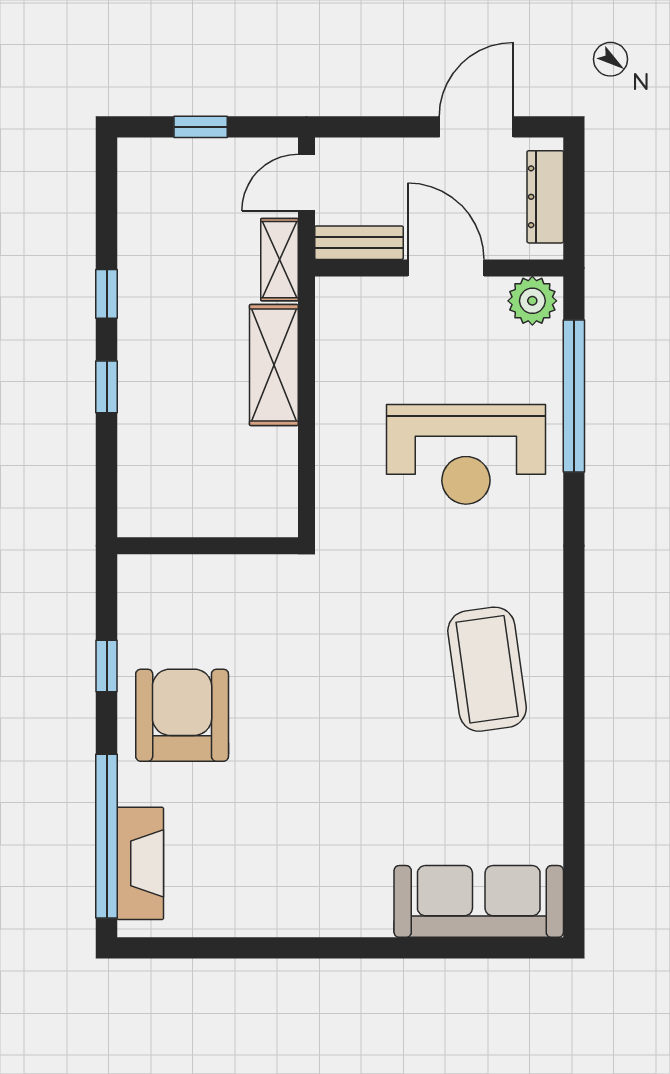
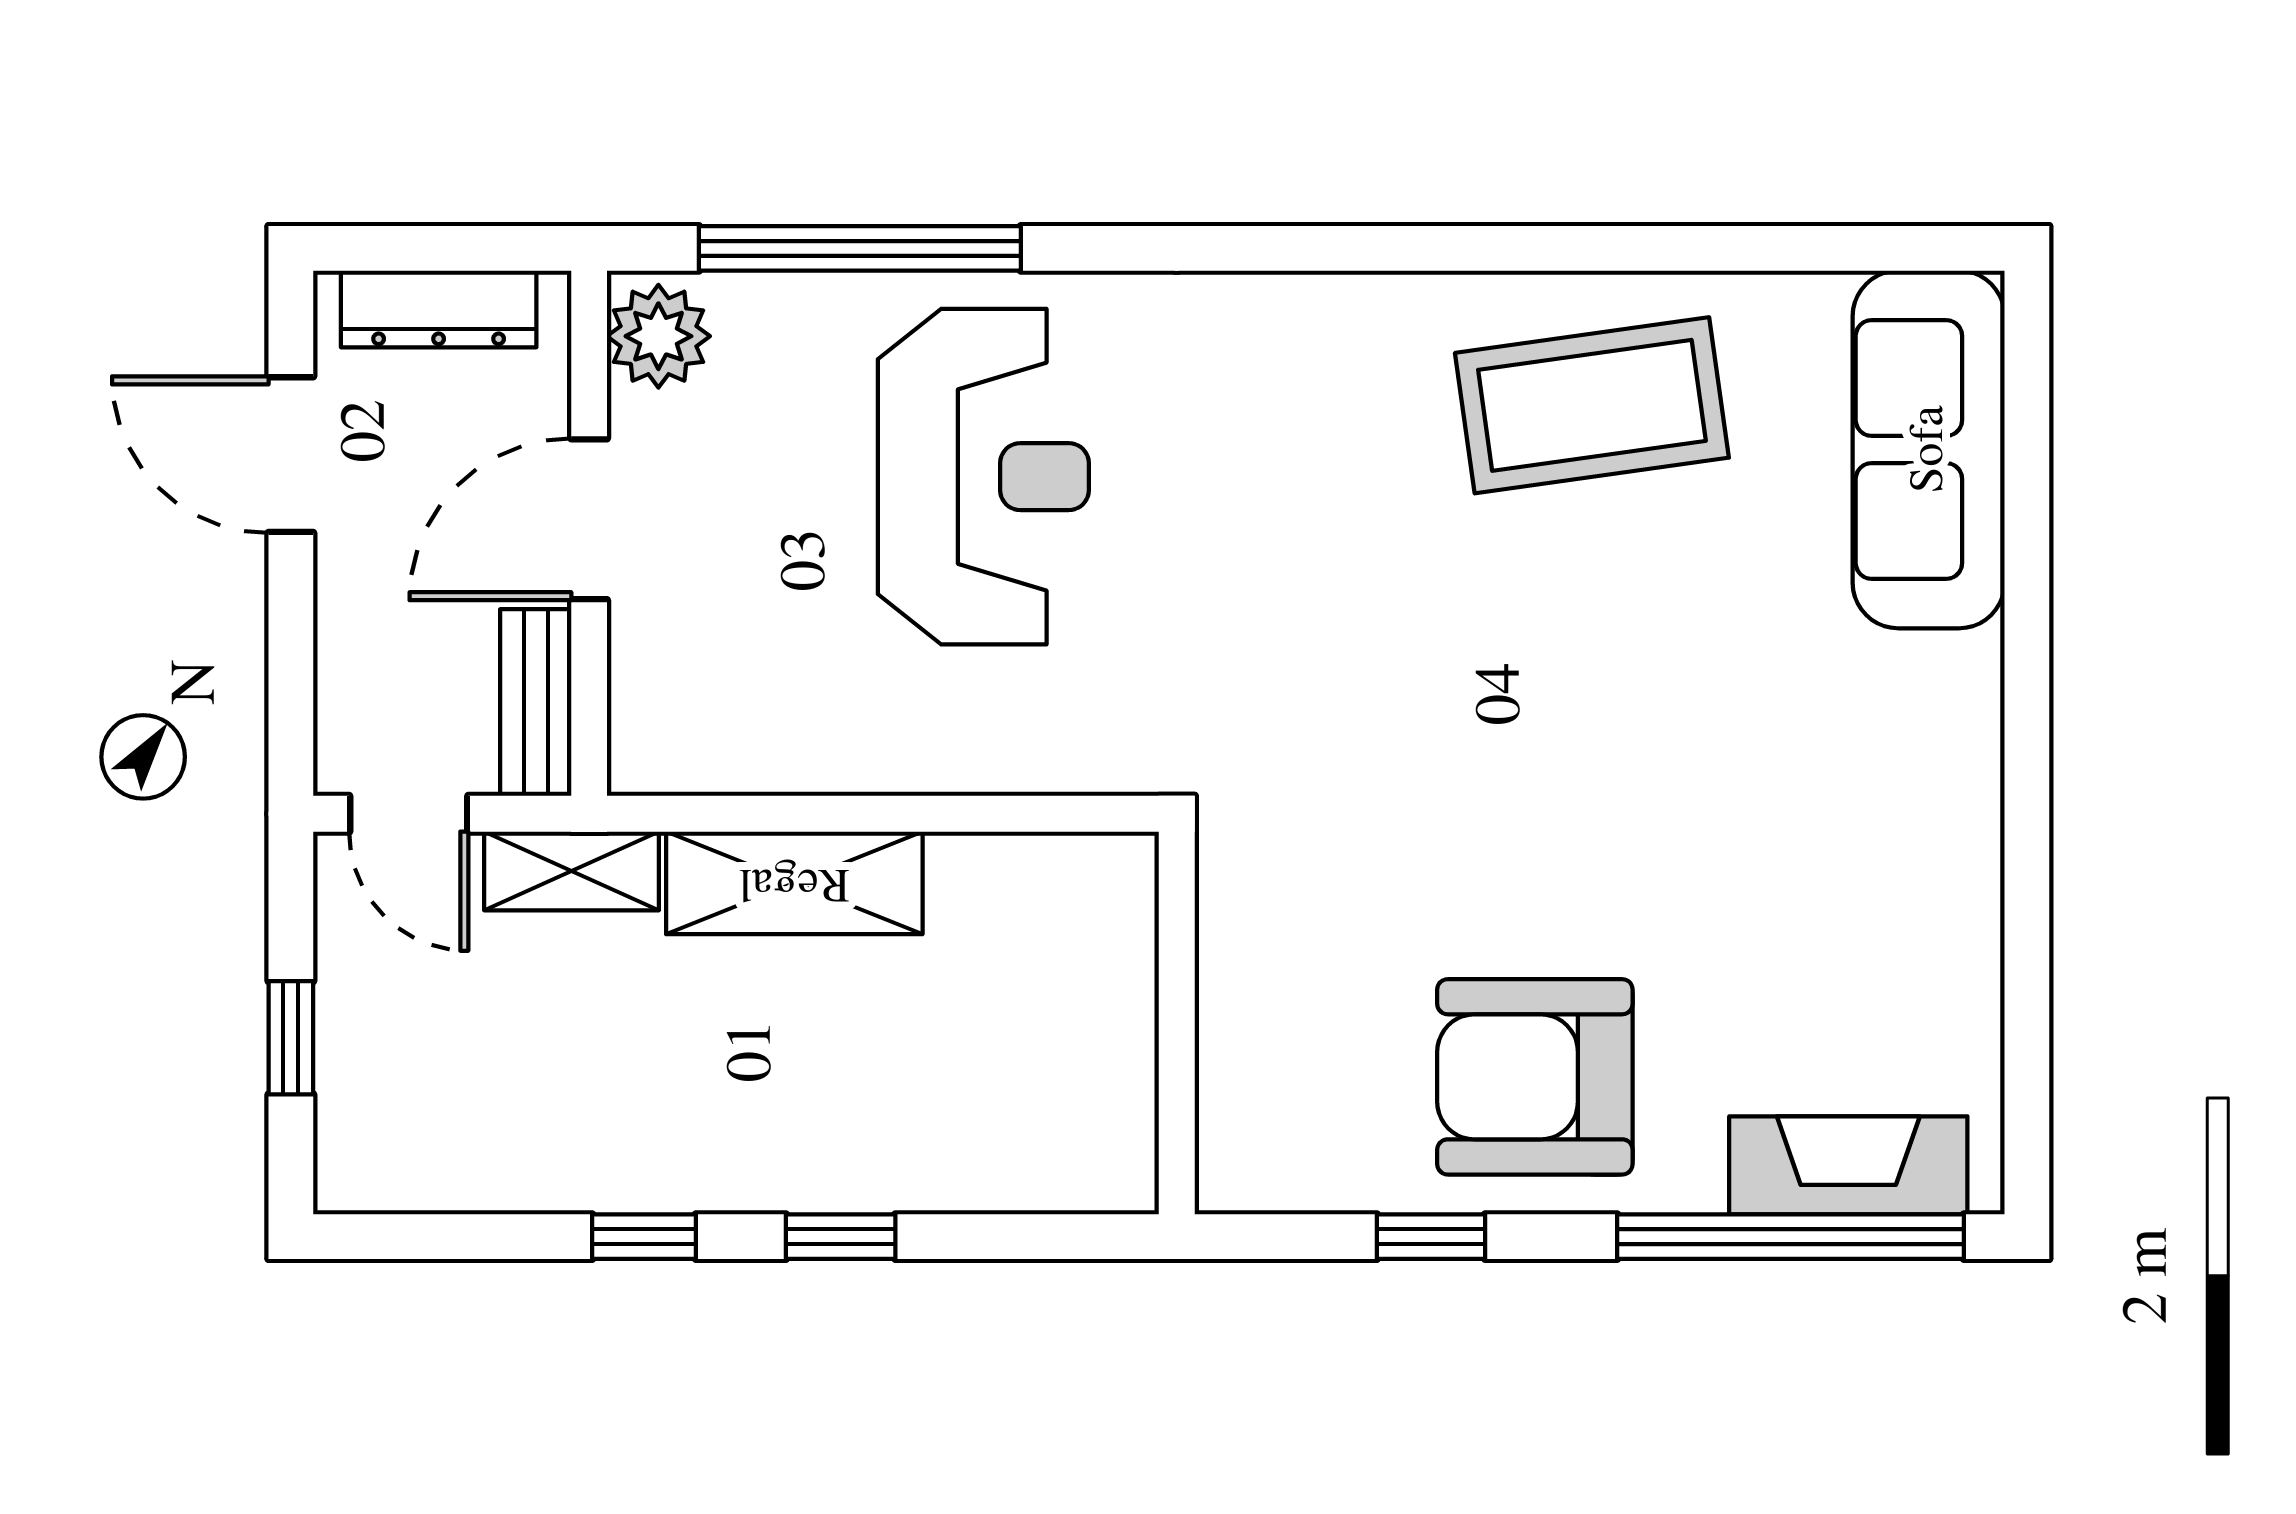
coffee table: (487, 669) -> (1592, 405), moved

